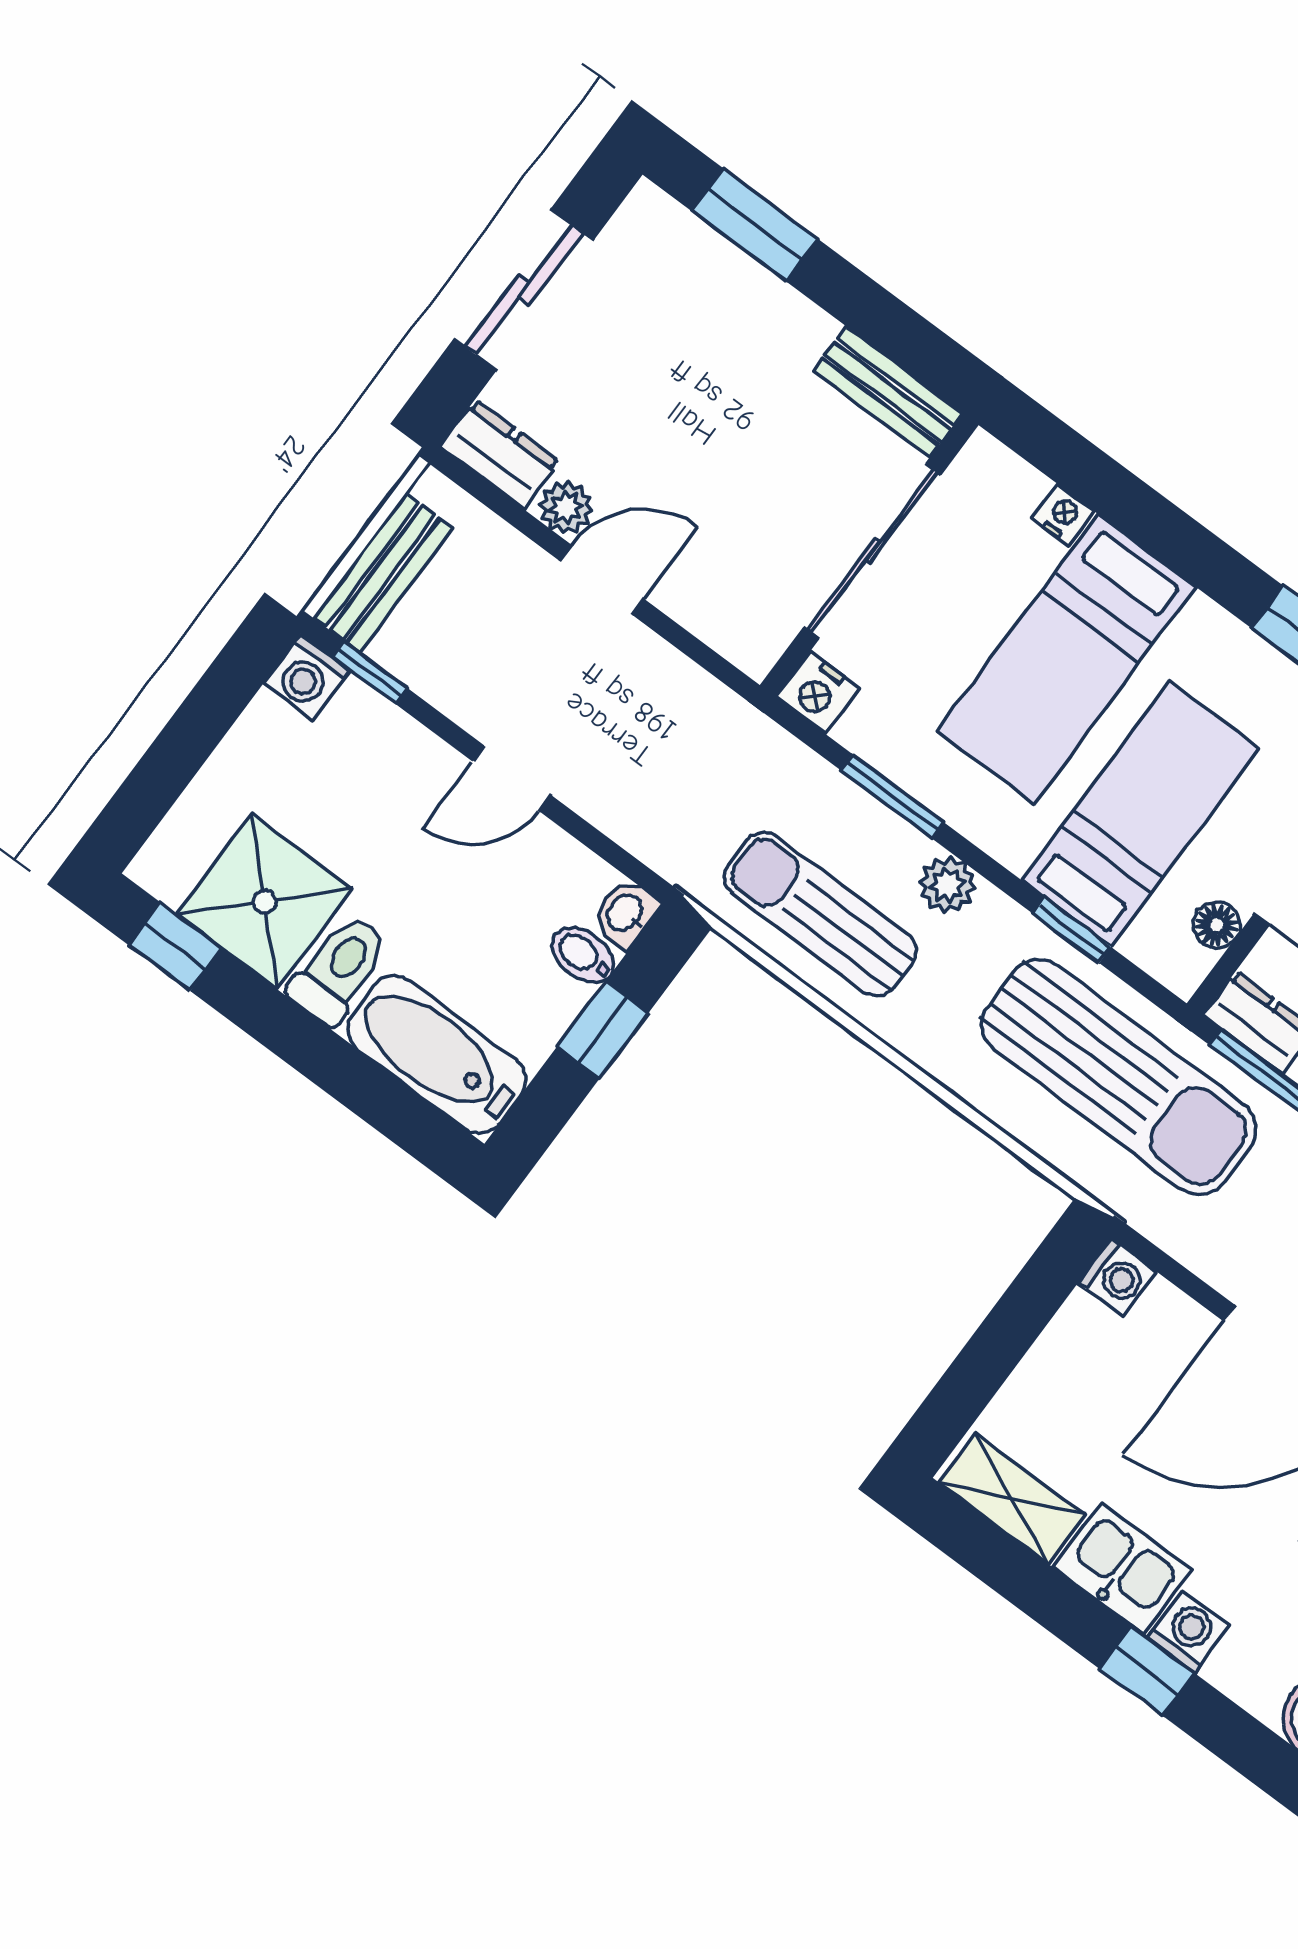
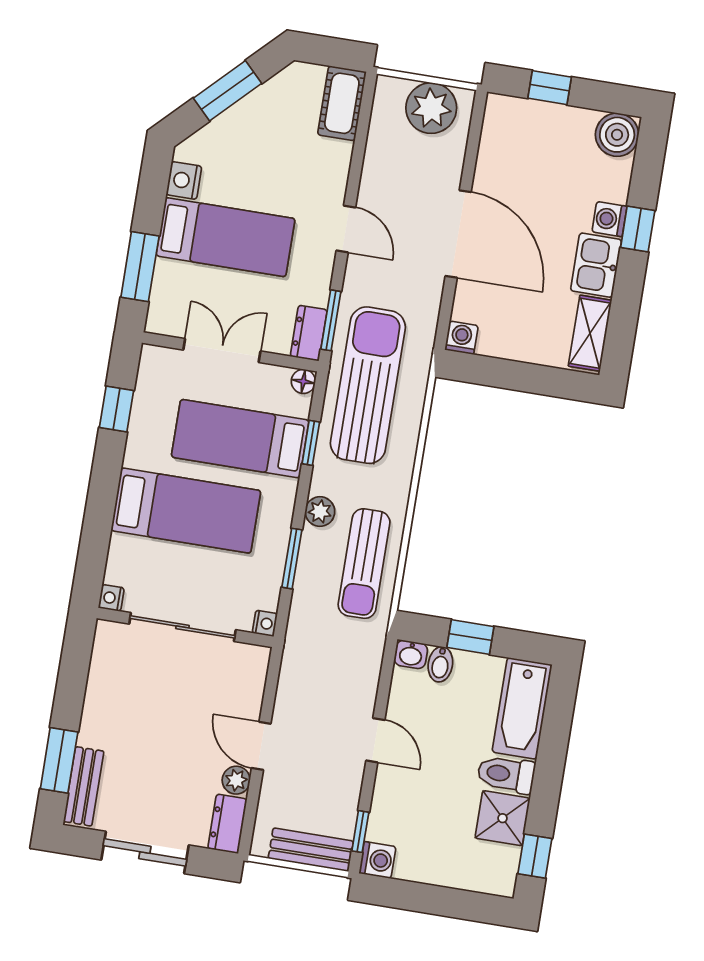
bench: (888, 392) -> (84, 786), moved
nightstand: (1063, 515) -> (111, 598), moved
nightstand: (818, 693) -> (265, 623), width x0.72, depth x0.74
shower: (265, 902) -> (503, 818), width x0.73, depth x0.73
floor lamp: (1216, 925) -> (303, 381), moved

